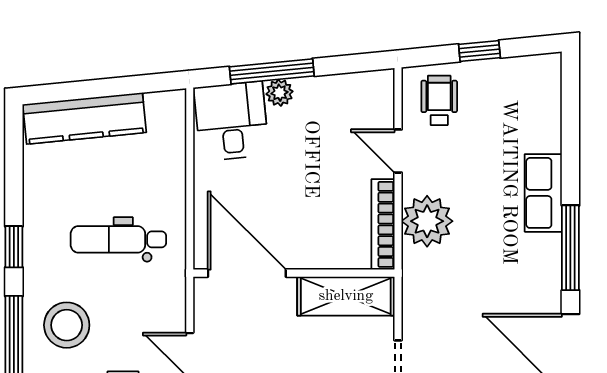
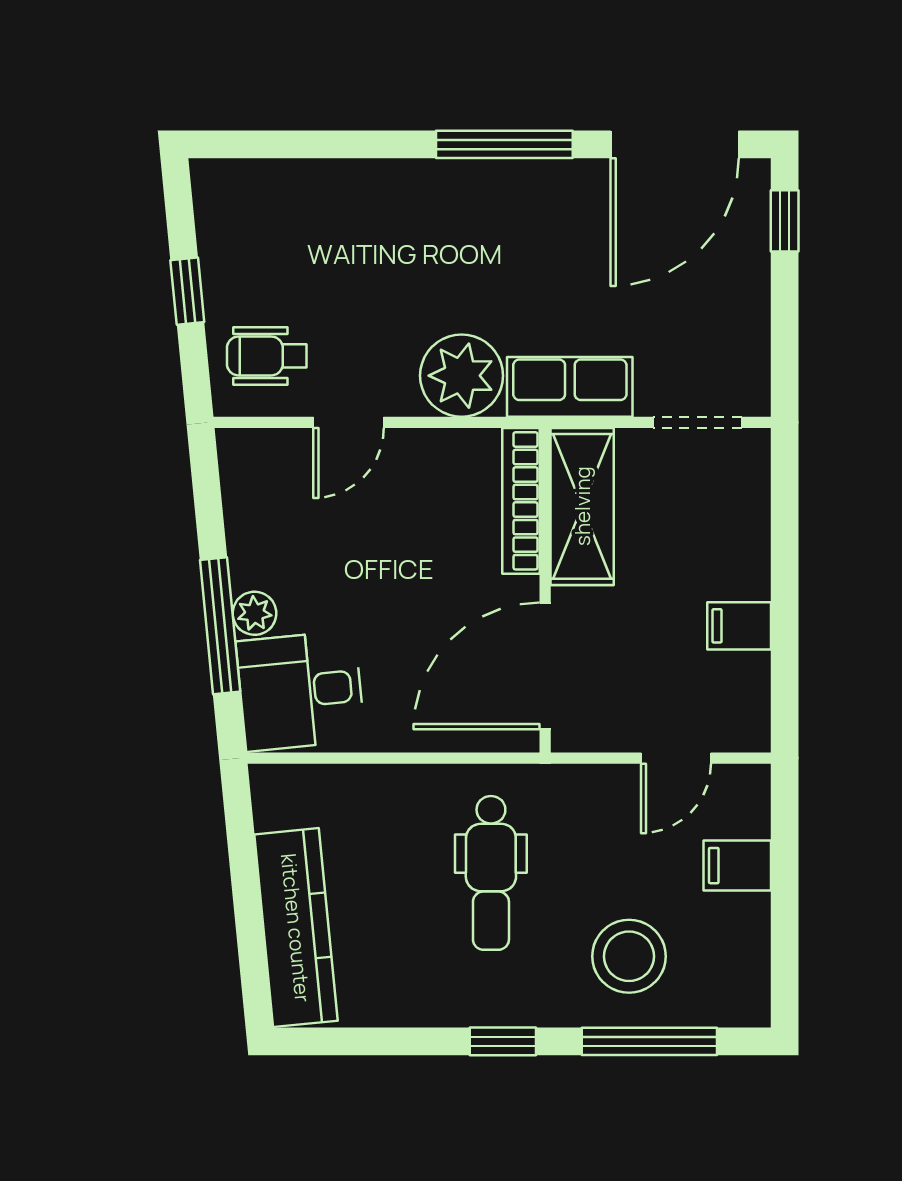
row of seats: (543, 193) -> (570, 387), moved, turned 180
bookcase: (383, 224) -> (521, 501), moved, turned 90

